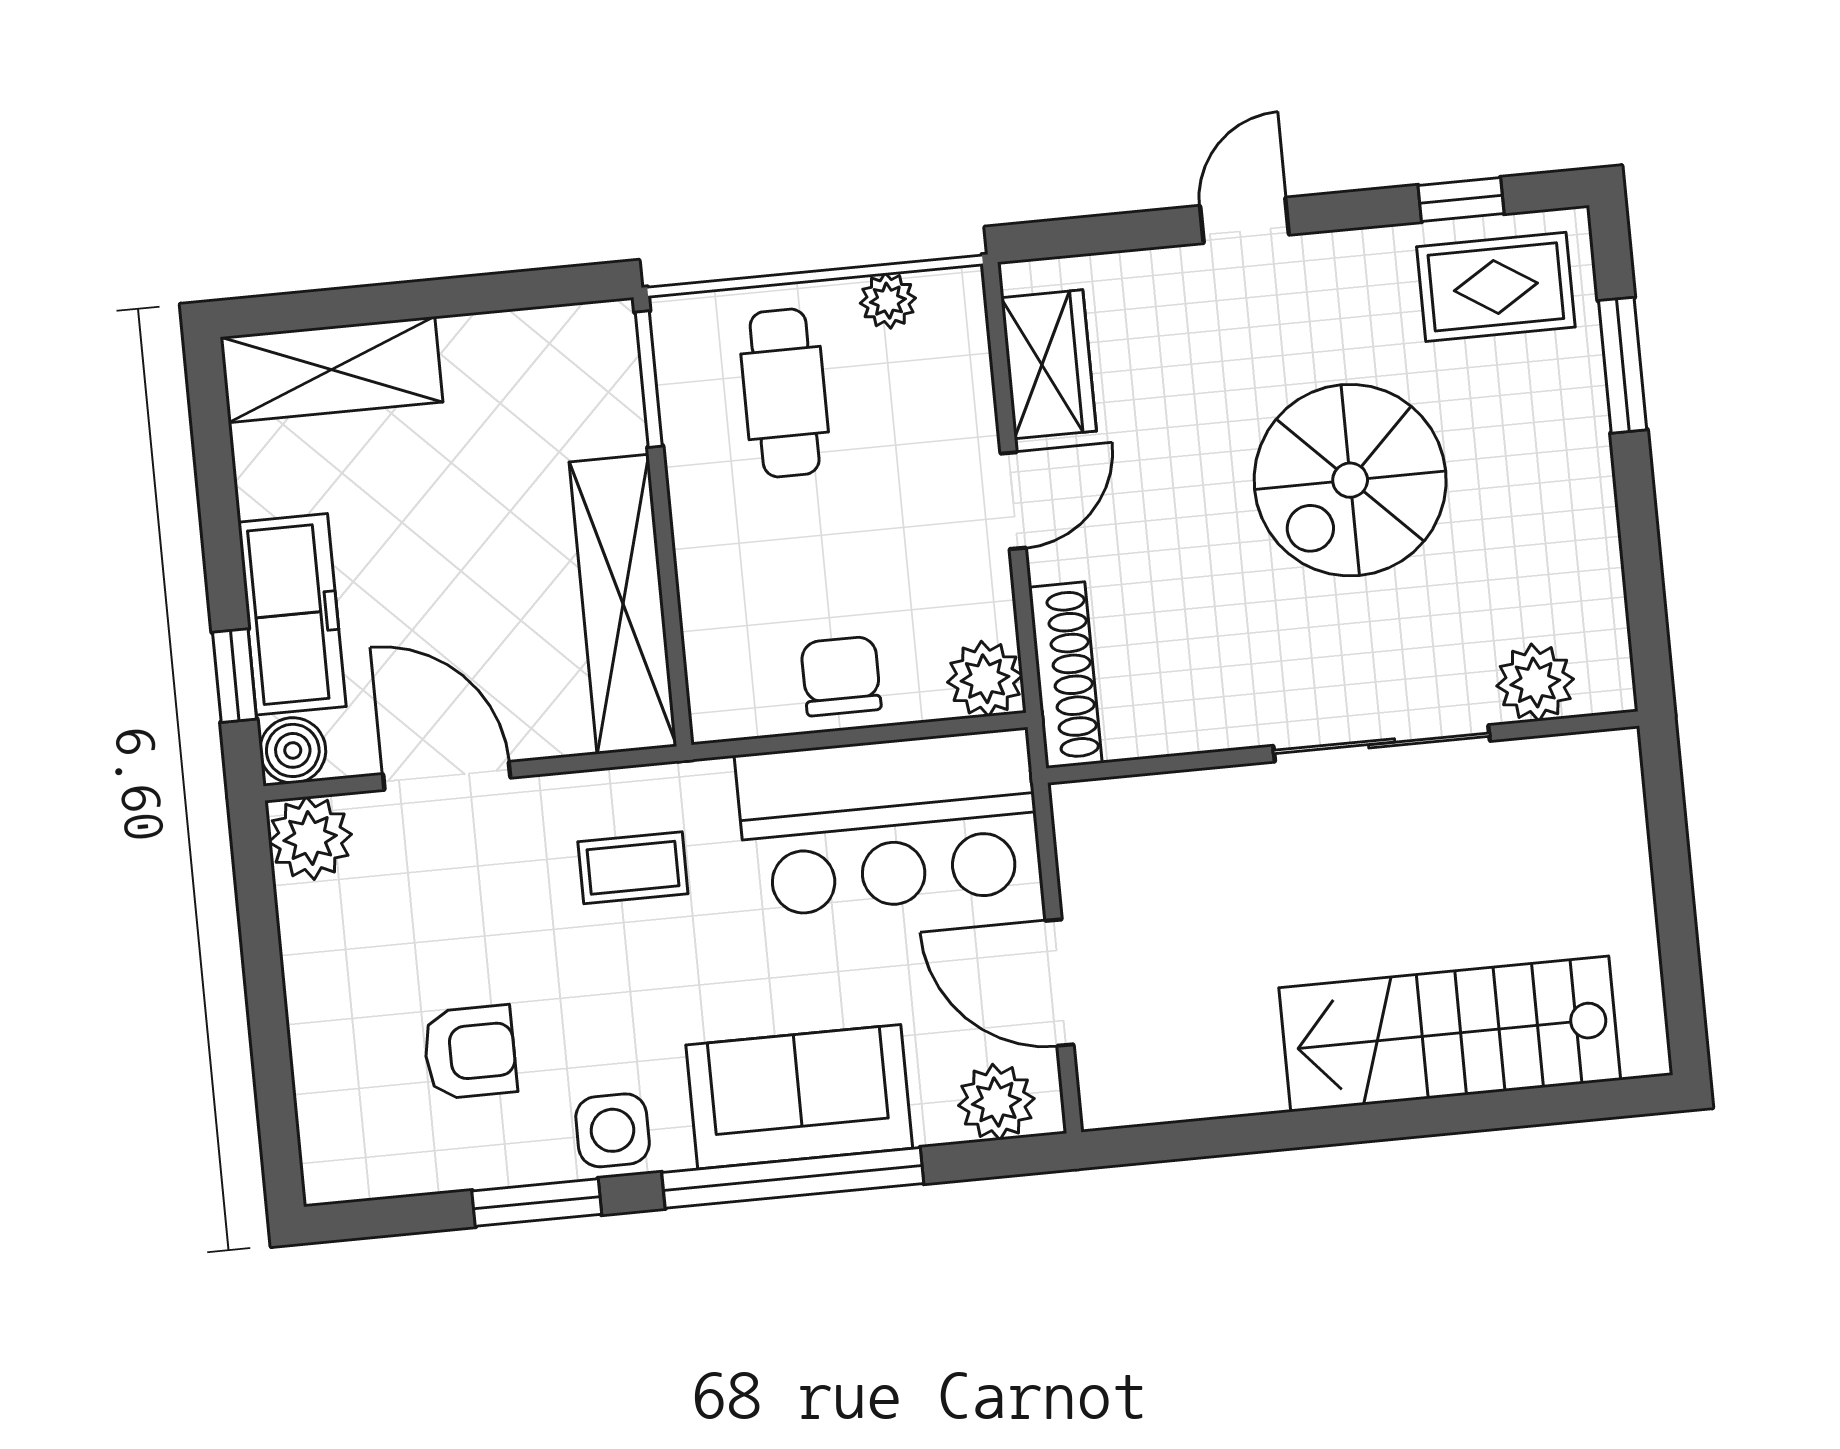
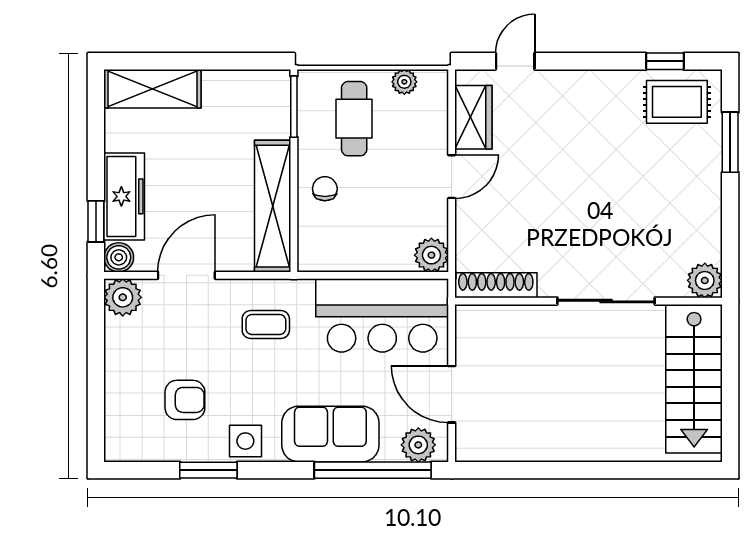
door: (1244, 220) -> (515, 61), moved
spiral stairs: (1350, 480) -> (603, 182), removed
shoe rack: (1065, 675) -> (496, 285), moved, turned -90
chair: (841, 676) -> (325, 189), moved, width x0.73, depth x0.73
plant: (1535, 683) -> (705, 280), moved
door: (447, 776) -> (186, 275), hinge flipped
stairs: (1450, 1034) -> (694, 379), moved, turned -90
window: (793, 1178) -> (373, 470), moved

